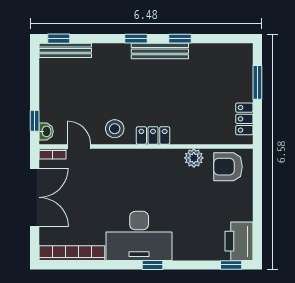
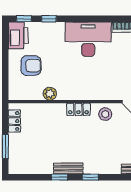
bench: (160, 51) -> (68, 168), width x0.73
armchair: (228, 167) -> (31, 66), moved
window: (152, 265) -> (49, 19), moved

